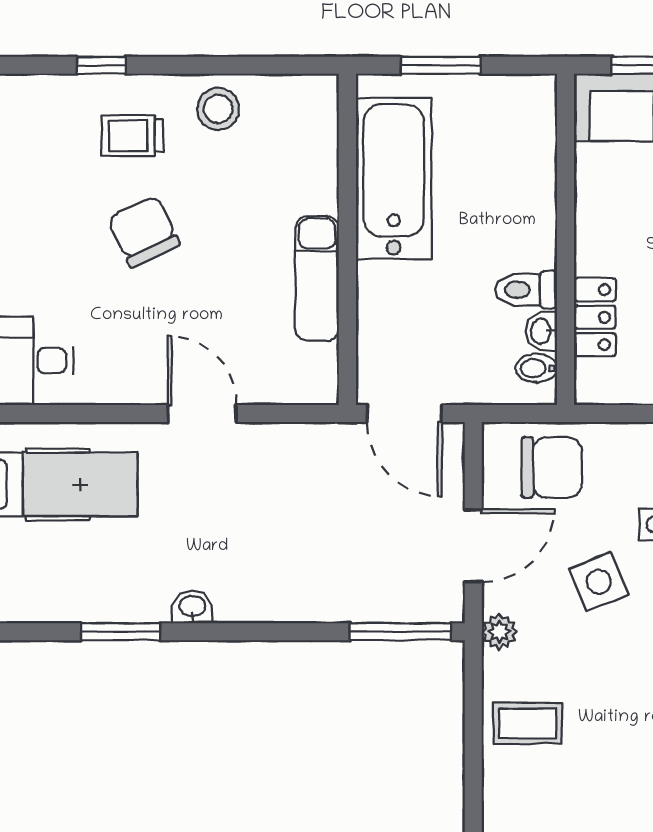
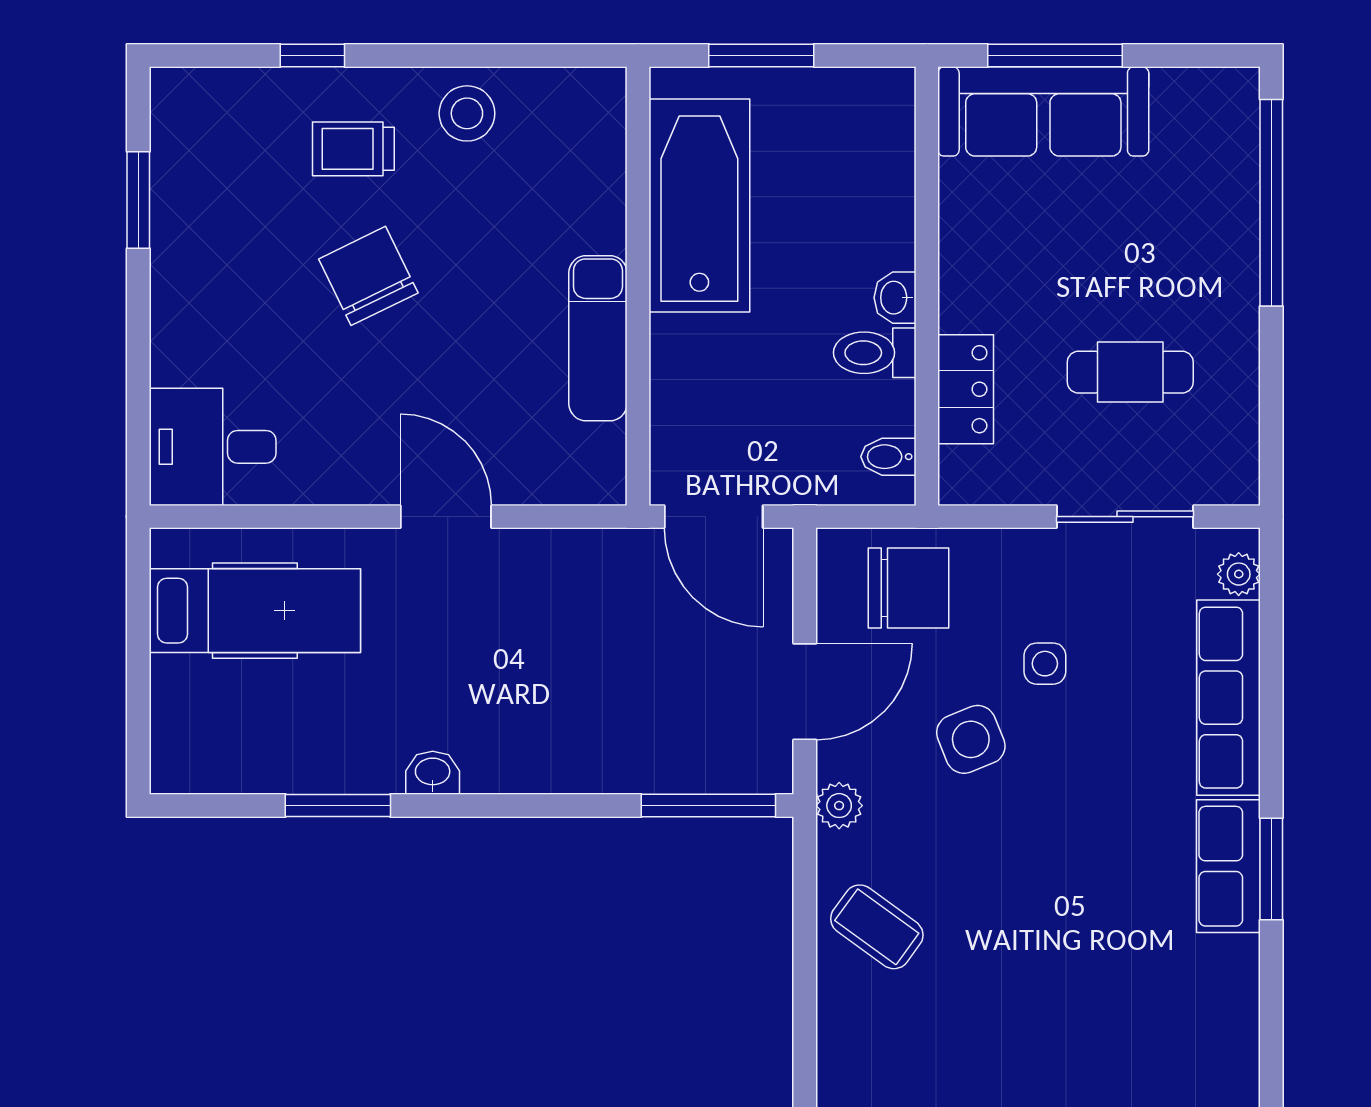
washbasin: (541, 331) -> (895, 298), moved
coffee table: (528, 723) -> (877, 927), turned 36

